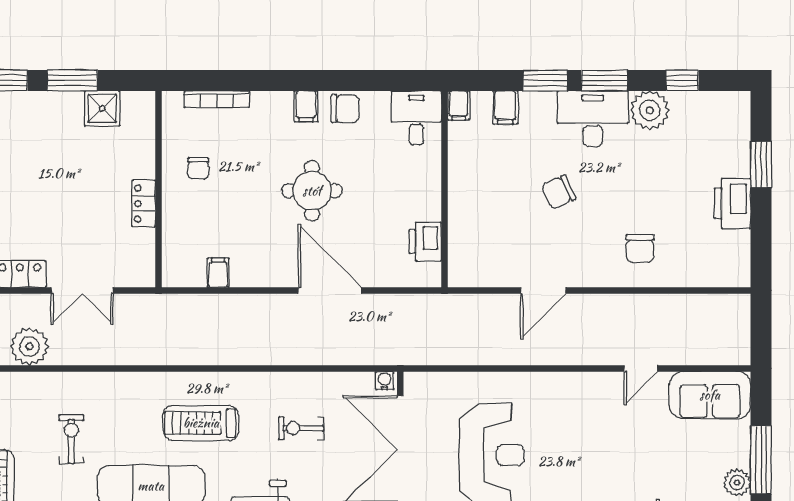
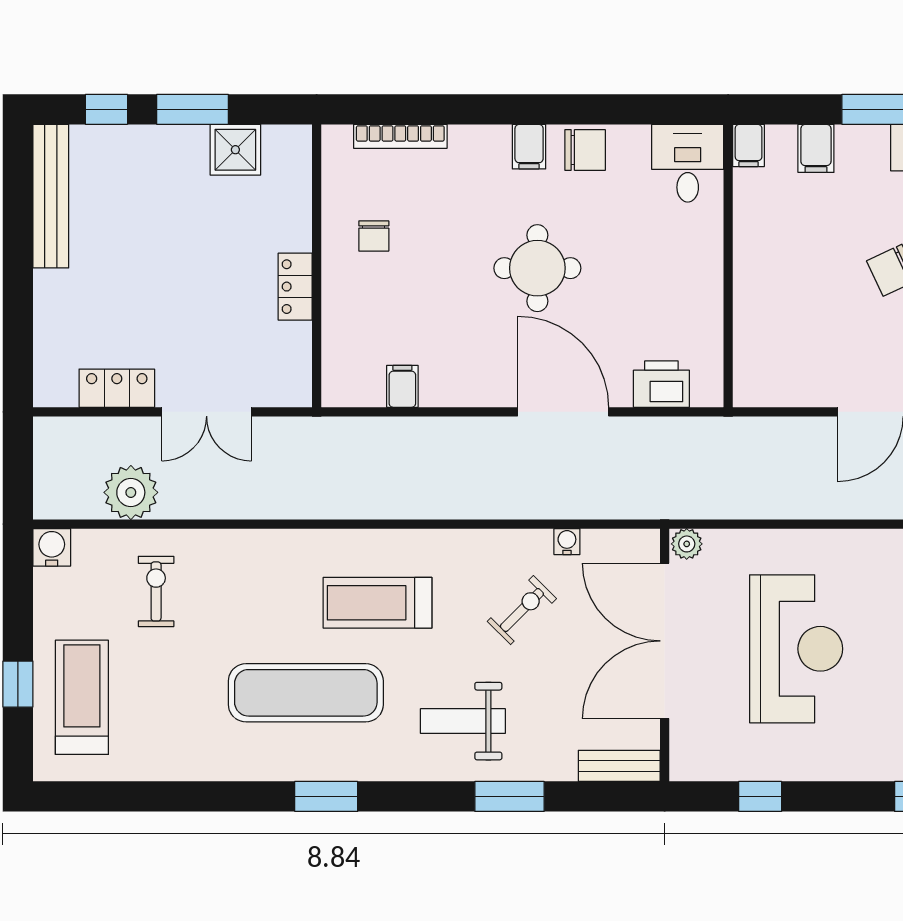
printer: (425, 242) -> (661, 384), moved, turned 90
water cooler: (385, 381) -> (567, 542), moved
plant: (416, 382) -> (687, 544), added
exercise bike: (301, 428) -> (522, 610), turned 135
exercise bike: (71, 439) -> (156, 591), moved

